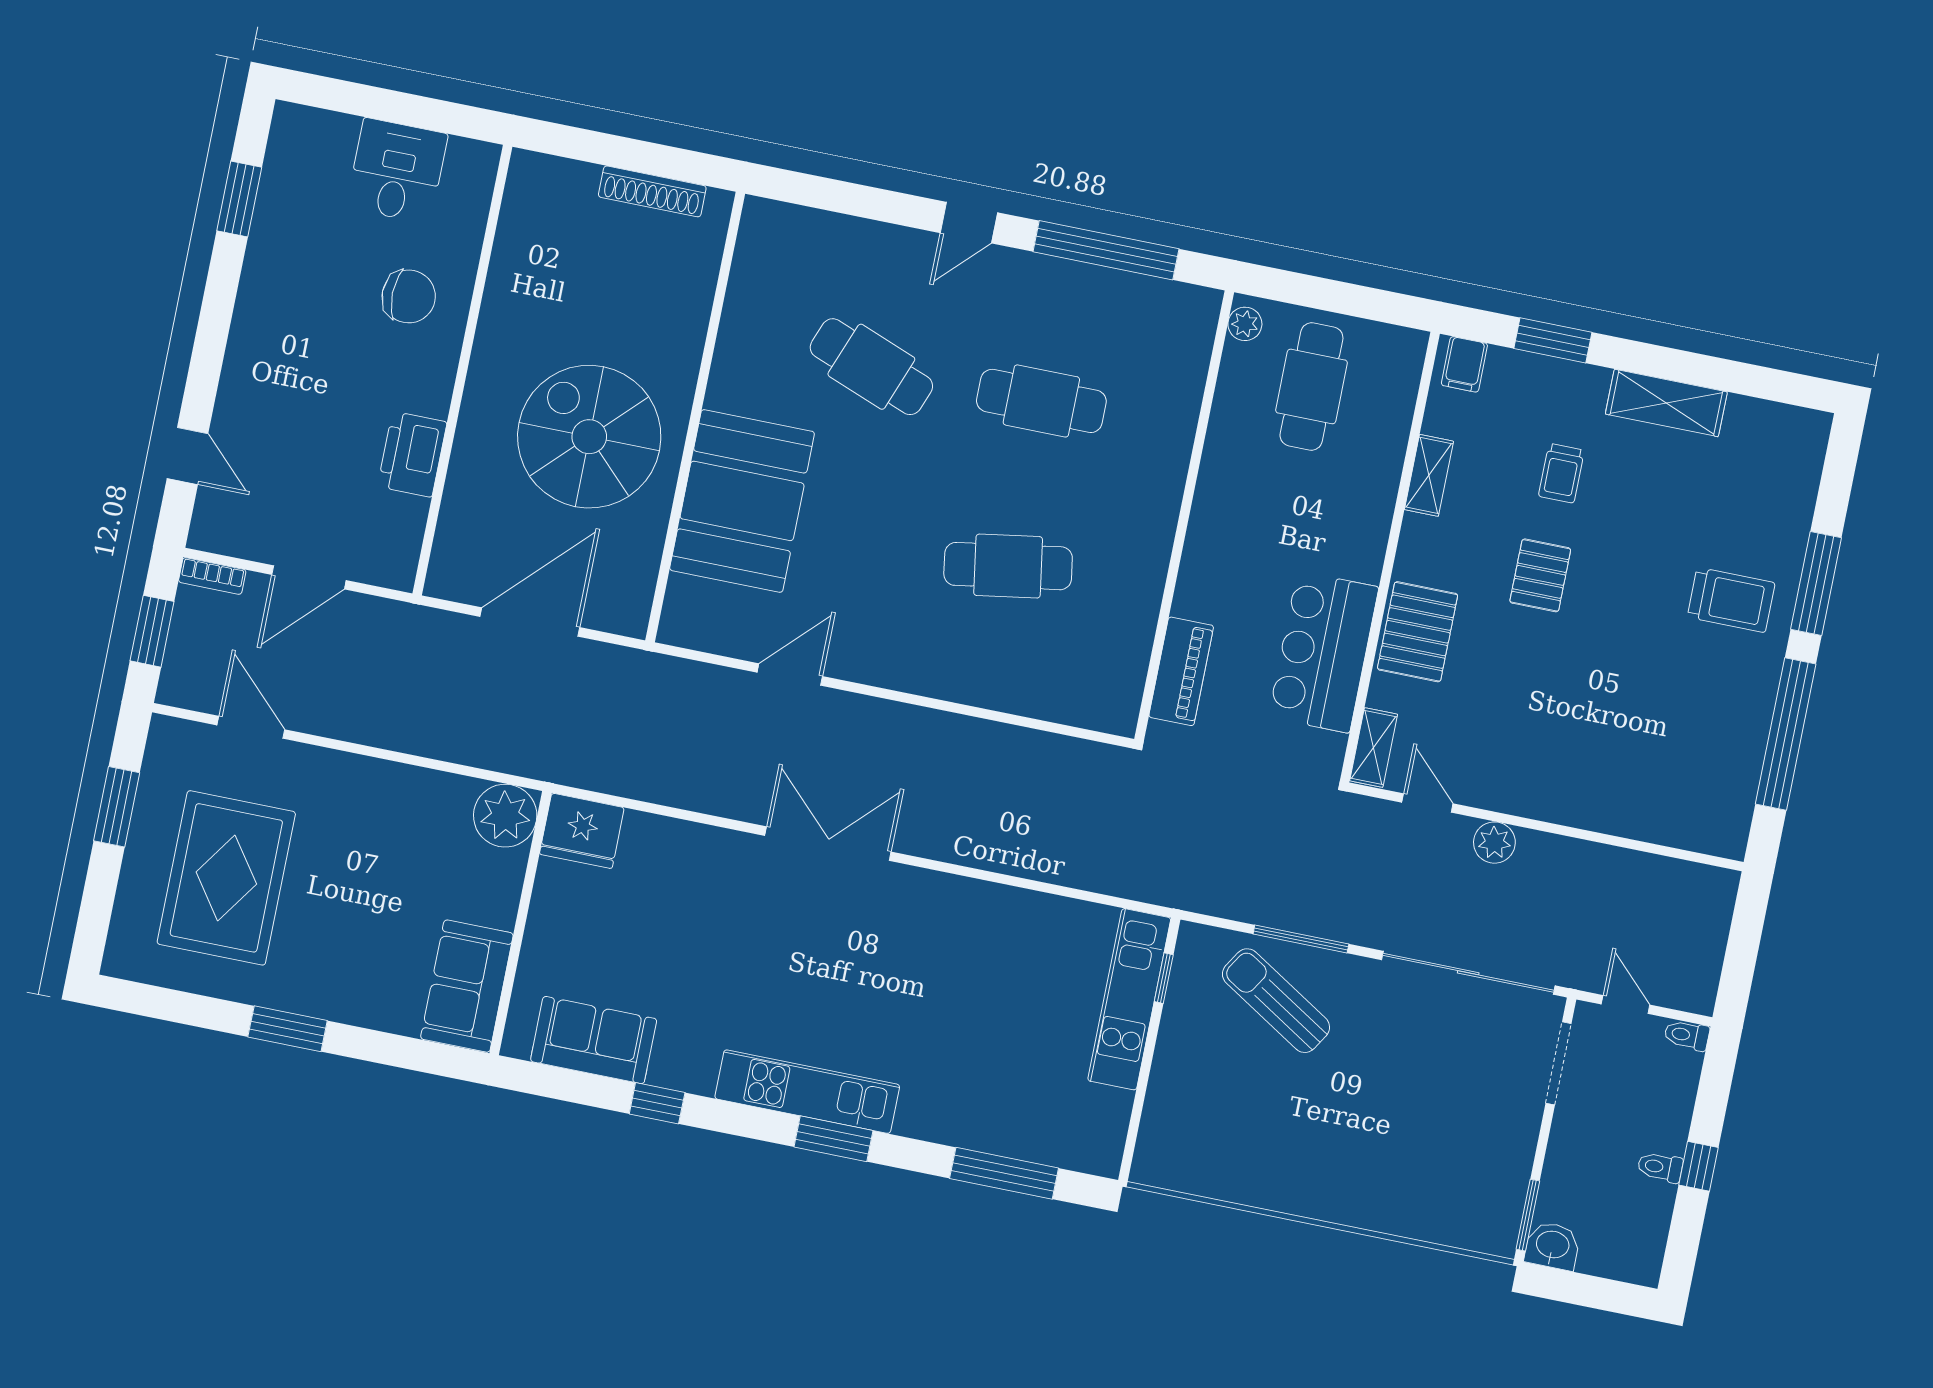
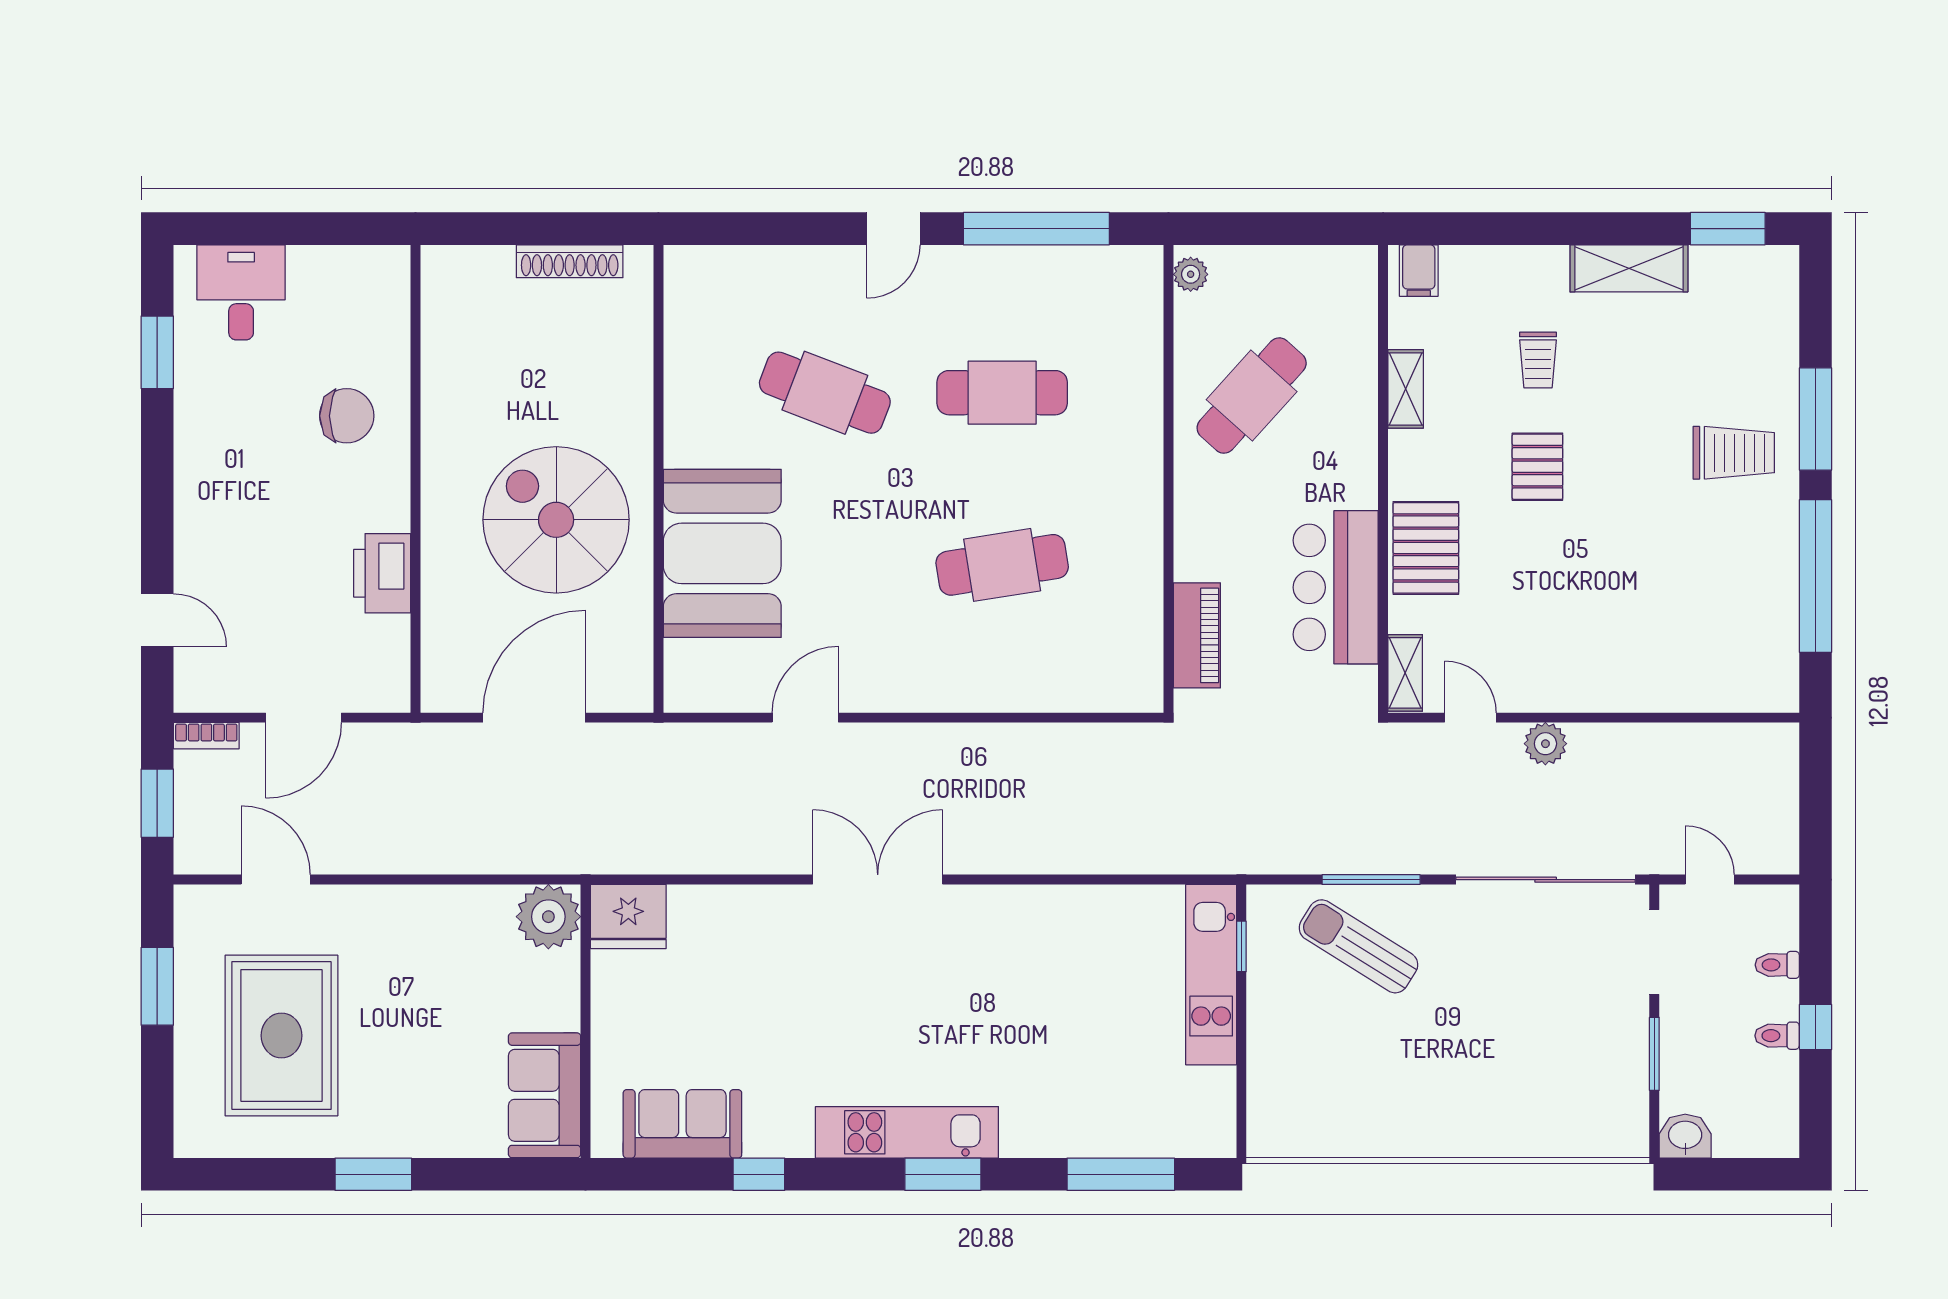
desk: (397, 171) -> (241, 292), moved
window: (1553, 340) -> (1728, 229), moved
cafe table: (1311, 386) -> (1252, 396), moved, turned 42
toilet: (1687, 1035) -> (1777, 965), moved
window: (1528, 1215) -> (1654, 1054), moved

